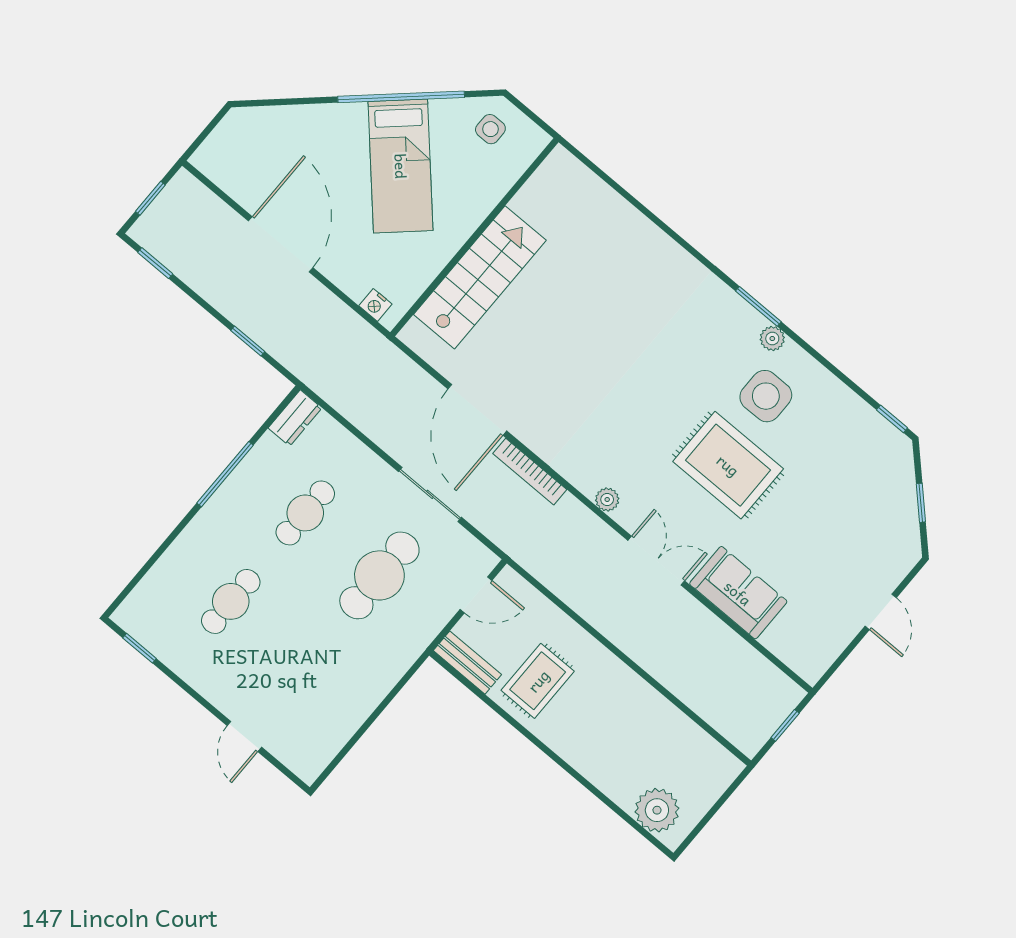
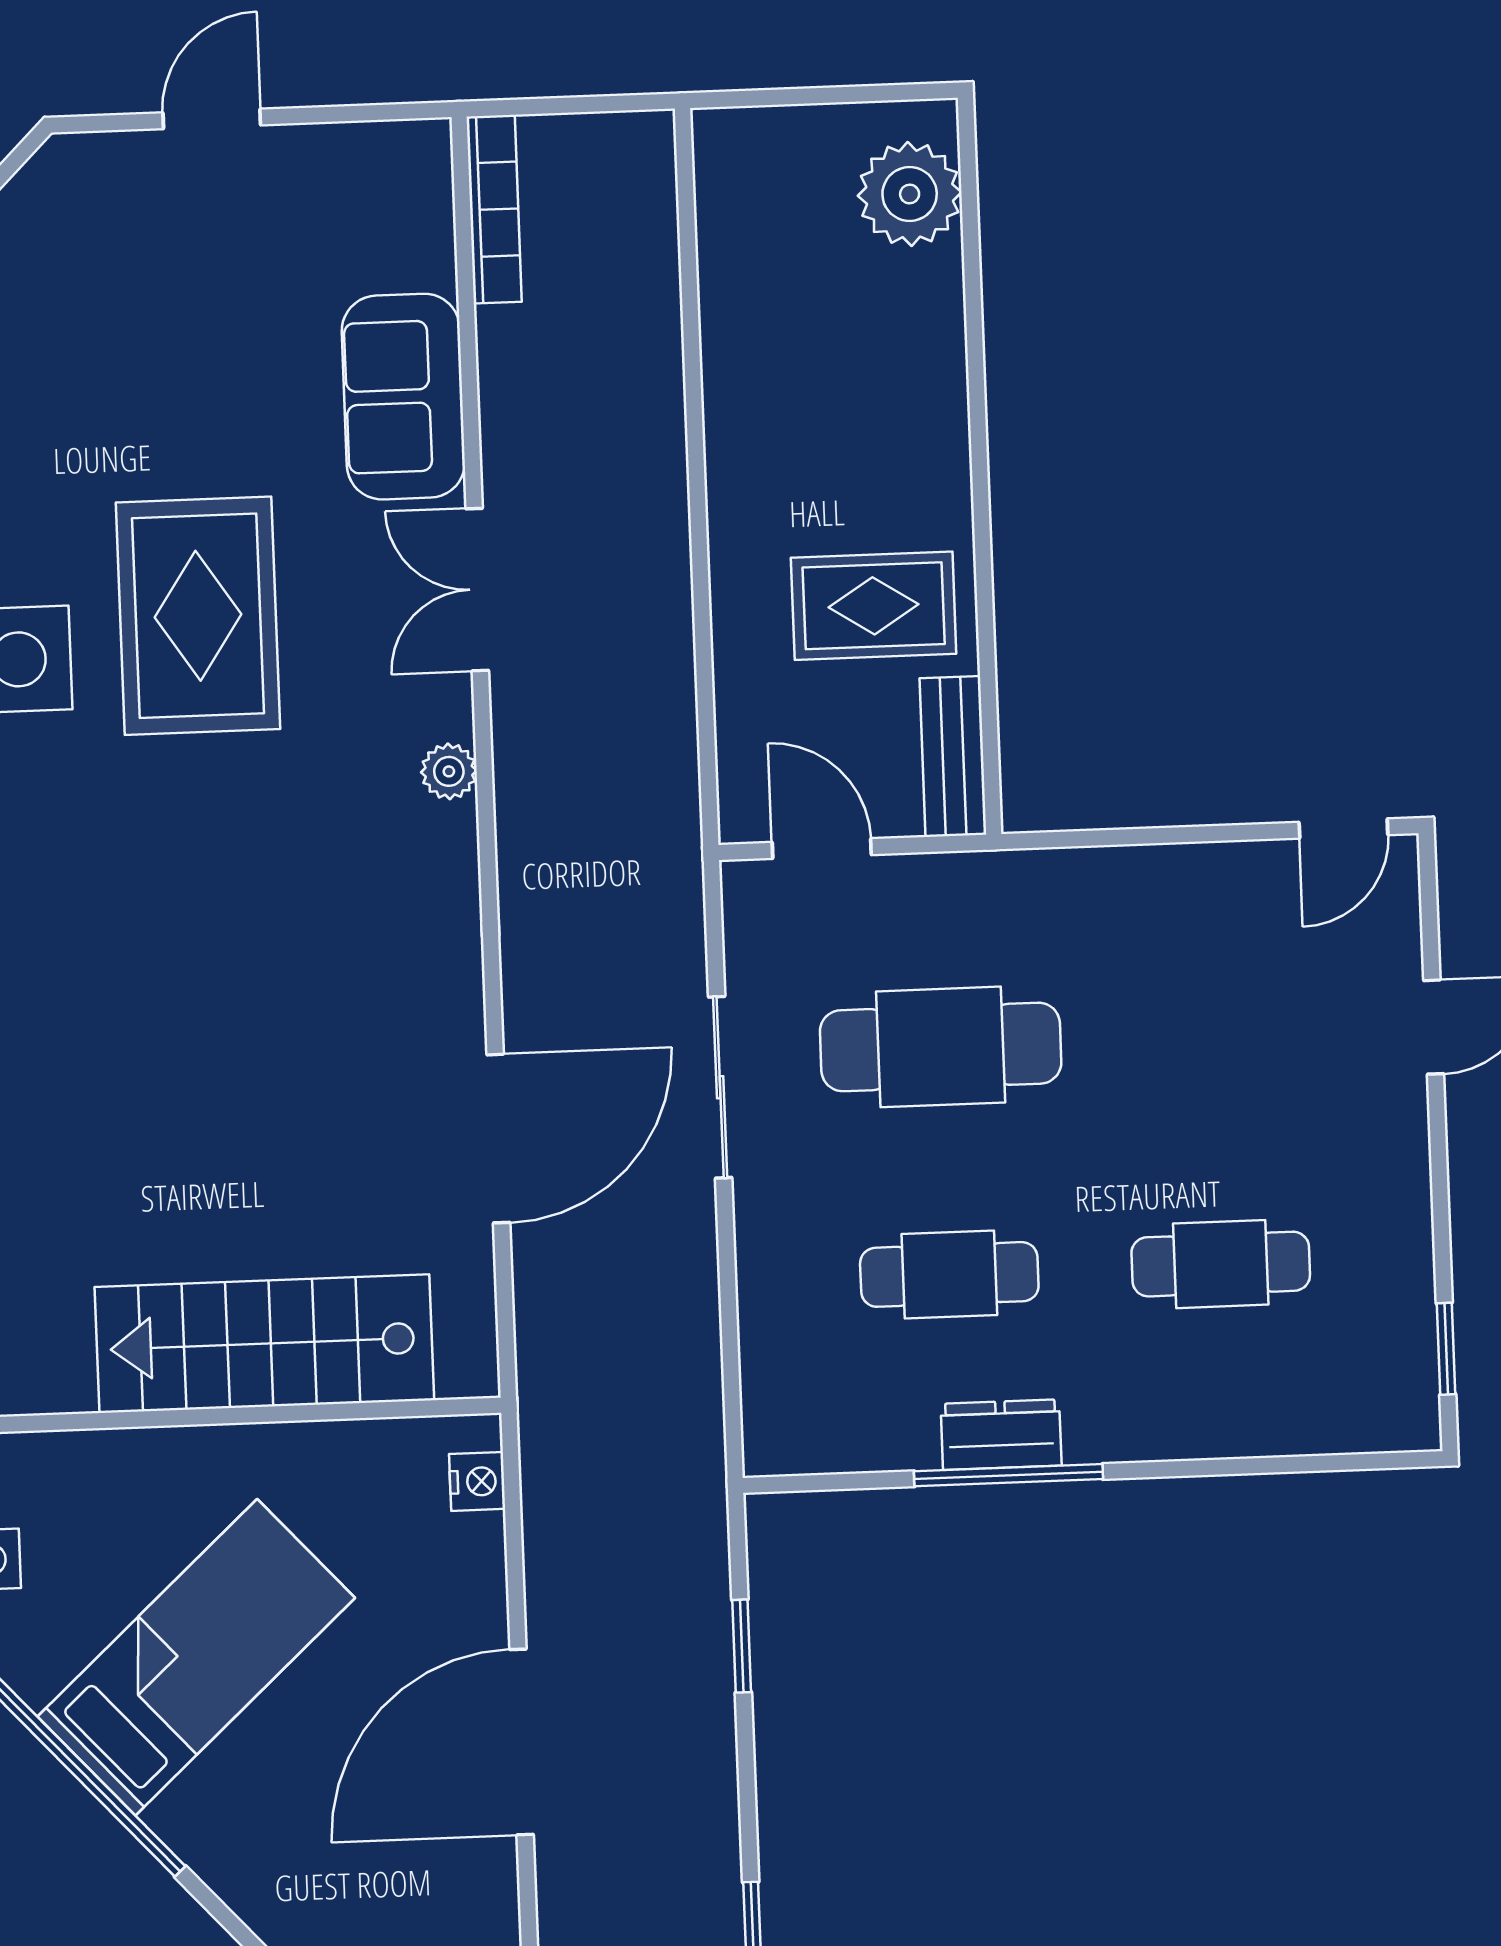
dresser: (295, 418) -> (1001, 1435), moved
bookcase: (530, 472) -> (494, 209), moved
window: (785, 725) -> (560, 105), removed
door: (333, 765) -> (1343, 828), added

